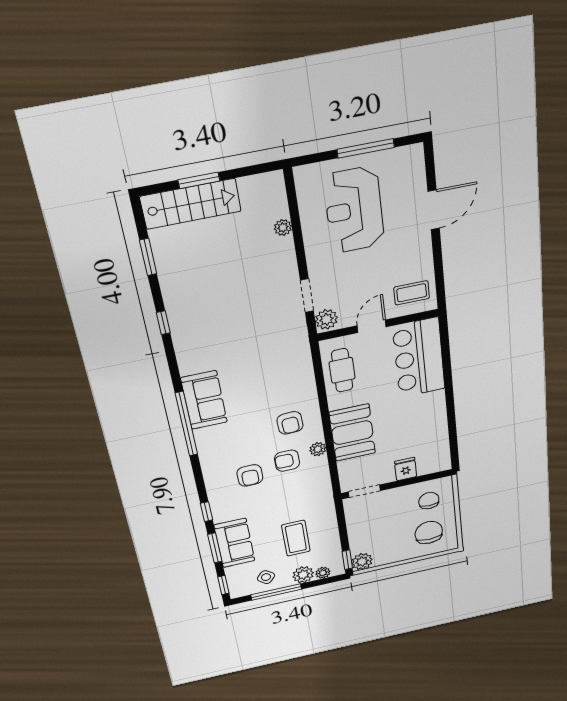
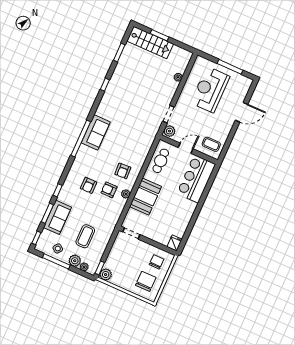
fridge: (406, 469) -> (175, 243), moved

